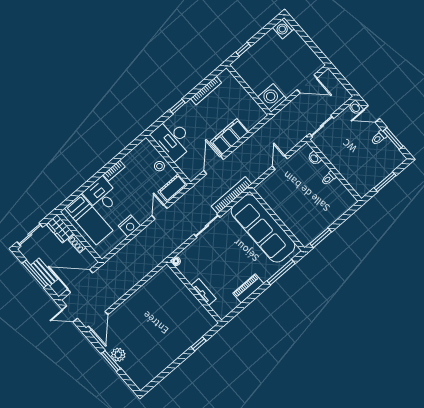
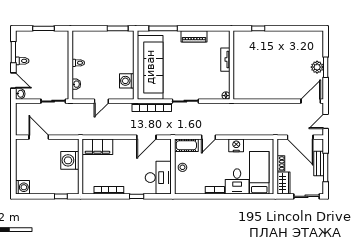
washing machine: (272, 98) -> (70, 160), moved, turned 90
filing cabinet: (229, 137) -> (97, 147), moved
washing machine: (273, 199) -> (127, 81), added
door: (70, 314) -> (326, 121), swing flipped

